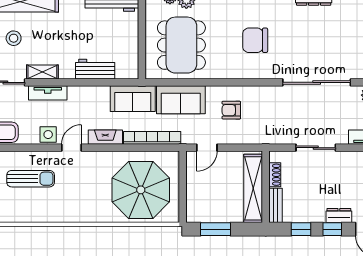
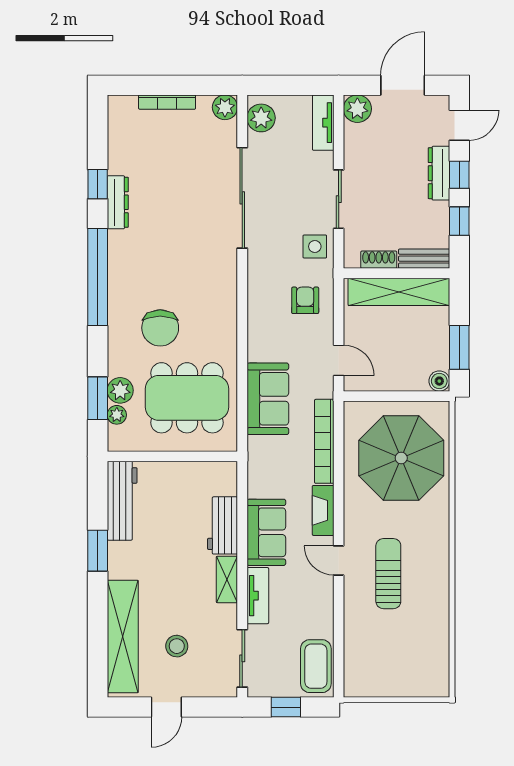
chair: (255, 40) -> (160, 328), moved
shelving: (42, 72) -> (227, 579), moved
sofa: (133, 99) -> (266, 532), moved
armchair: (231, 110) -> (305, 300), moved, turned 180
side table: (48, 135) -> (315, 247), moved
sun lounger: (31, 179) -> (388, 574), moved
dresser: (339, 215) -> (439, 173), width x1.44
boiler: (193, 216) -> (439, 381), added

